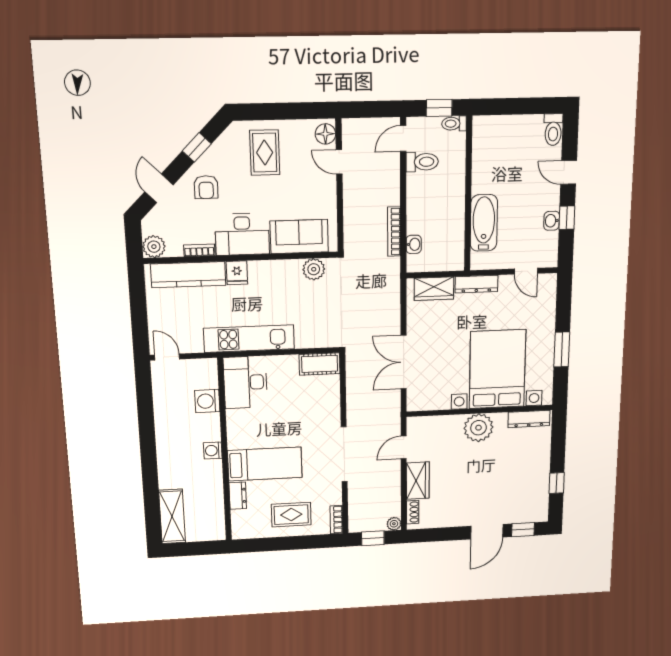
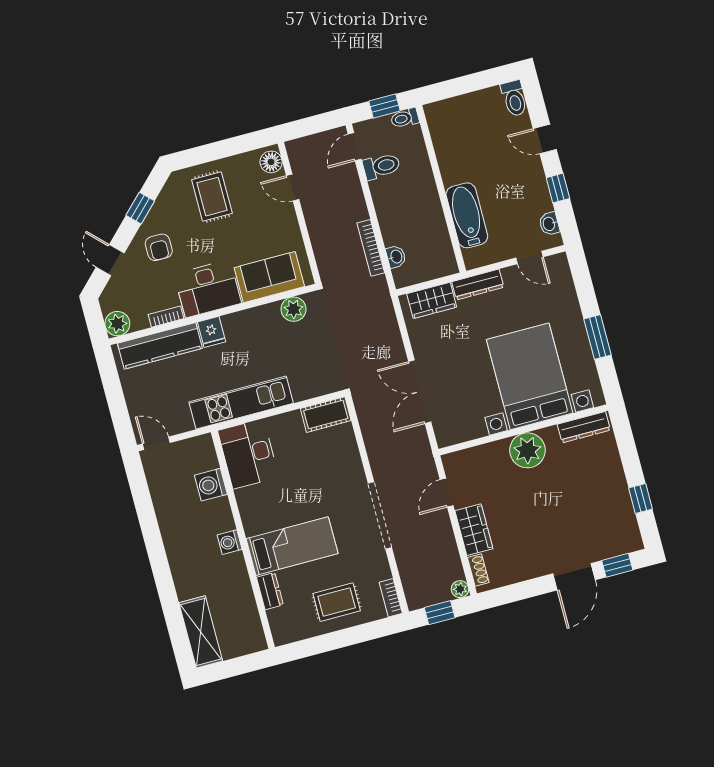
washbasin: (552, 221) -> (549, 224), moved

